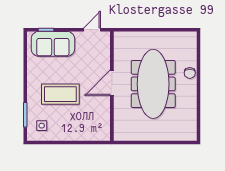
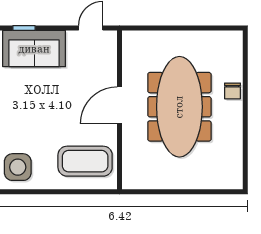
coffee table: (60, 94) -> (85, 161), moved
side table: (42, 126) -> (18, 167), width x1.87, depth x1.87

